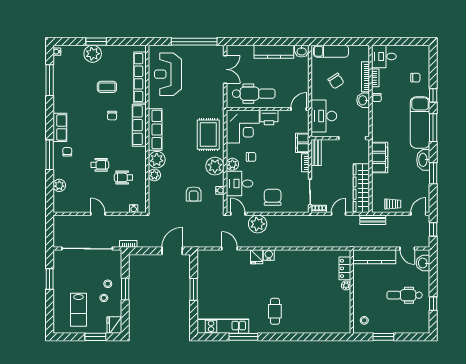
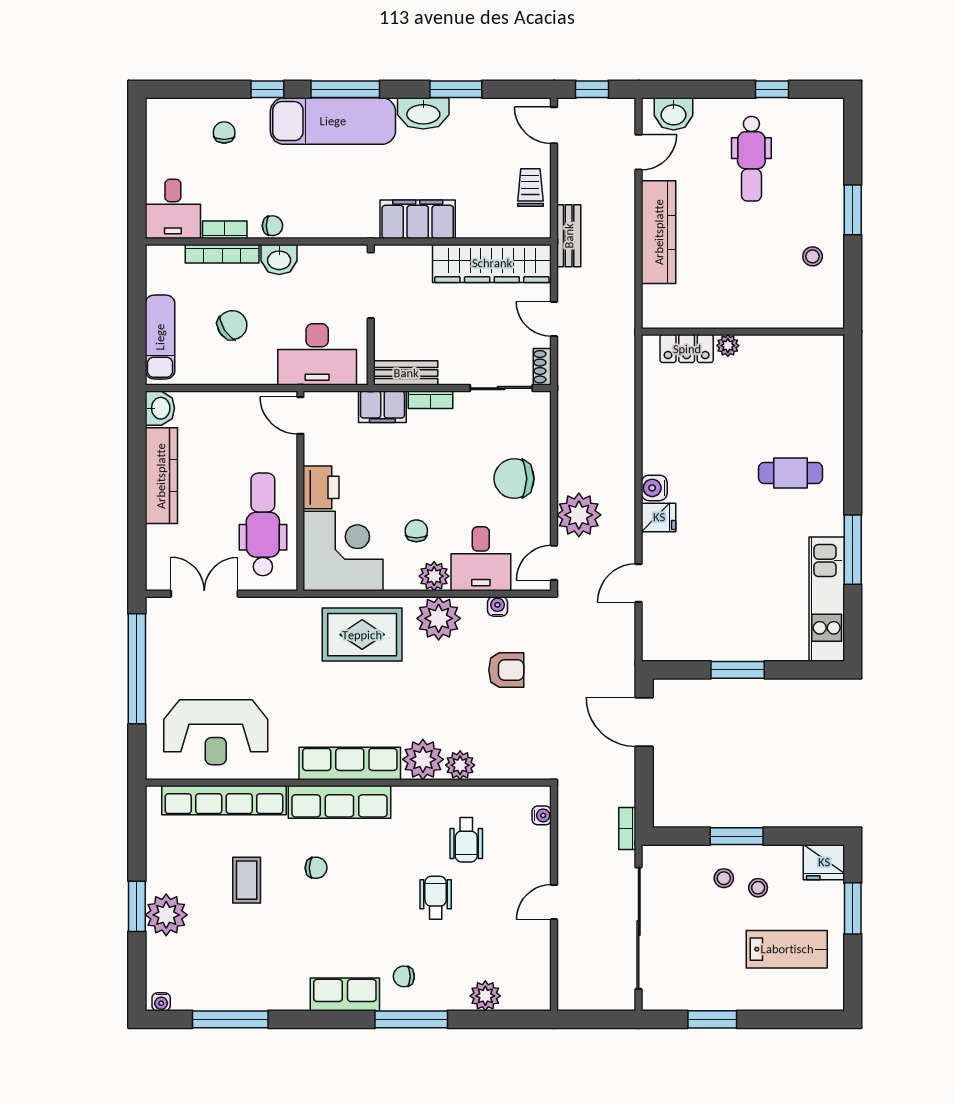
locker: (345, 268) -> (687, 349), moved
plant: (346, 285) -> (728, 346), moved
wall: (352, 292) -> (743, 332), moved

